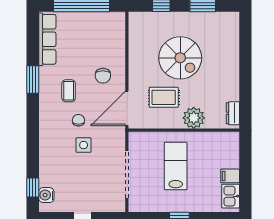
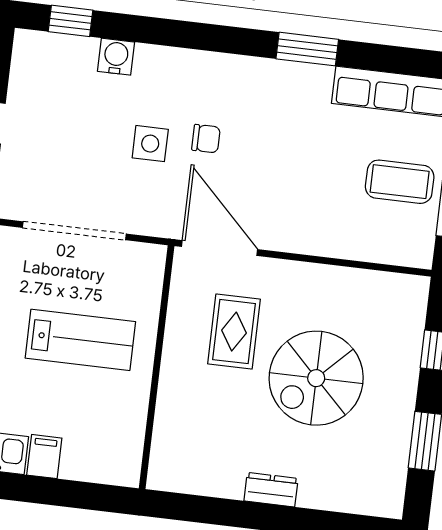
chair: (103, 76) -> (297, 204), removed
coffee table: (69, 91) -> (400, 182), moved, width x1.36, depth x1.30
dresser: (233, 113) -> (271, 490), moved
plant: (194, 118) -> (181, 392), removed
water cooler: (46, 195) -> (116, 57), moved

